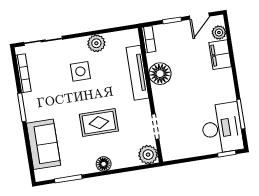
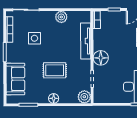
side table: (80, 71) -> (34, 38), moved
floor lamp: (160, 74) -> (101, 58), moved

